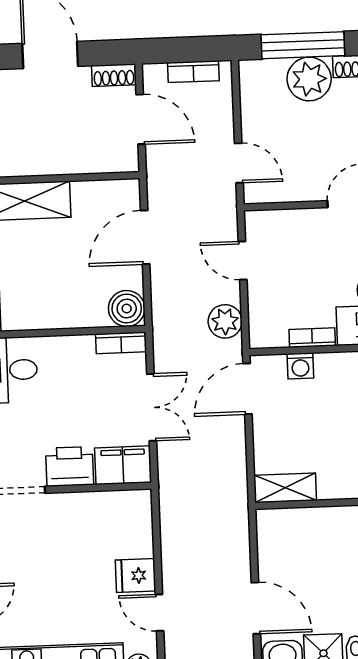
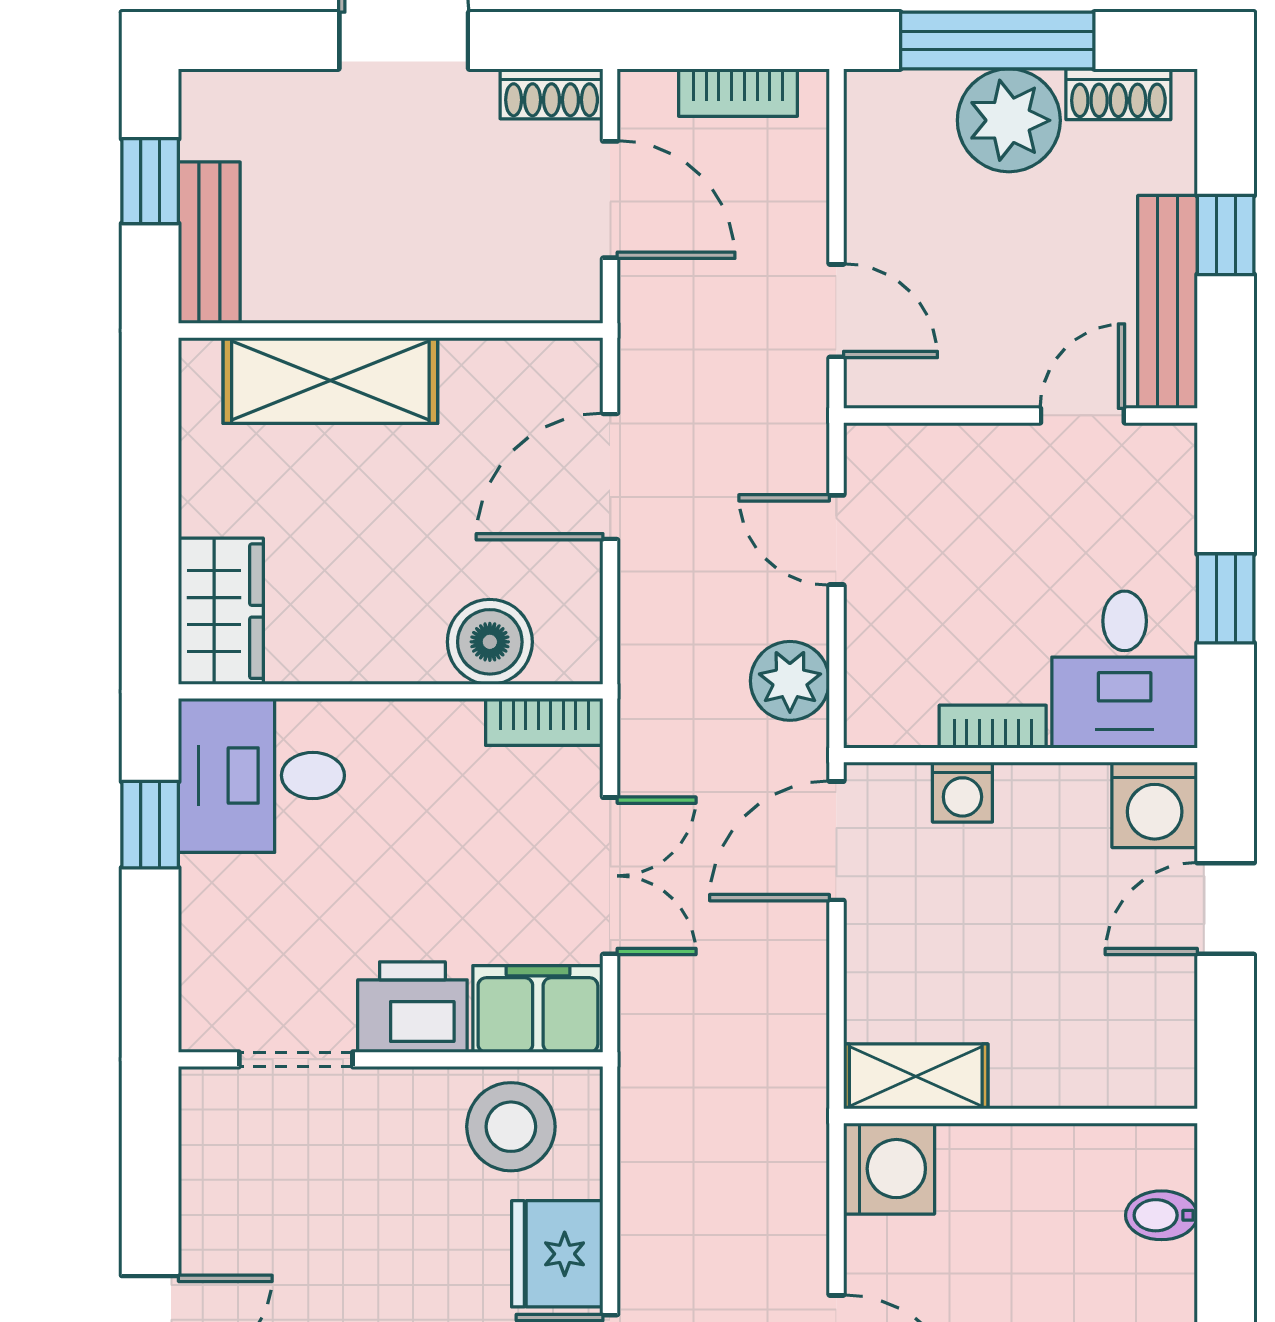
boiler: (127, 309) -> (490, 642), moved
stool: (113, 516) -> (511, 1127), added
washing machine: (275, 527) -> (889, 1169), added
fridge: (136, 576) -> (557, 1254), width x1.38

